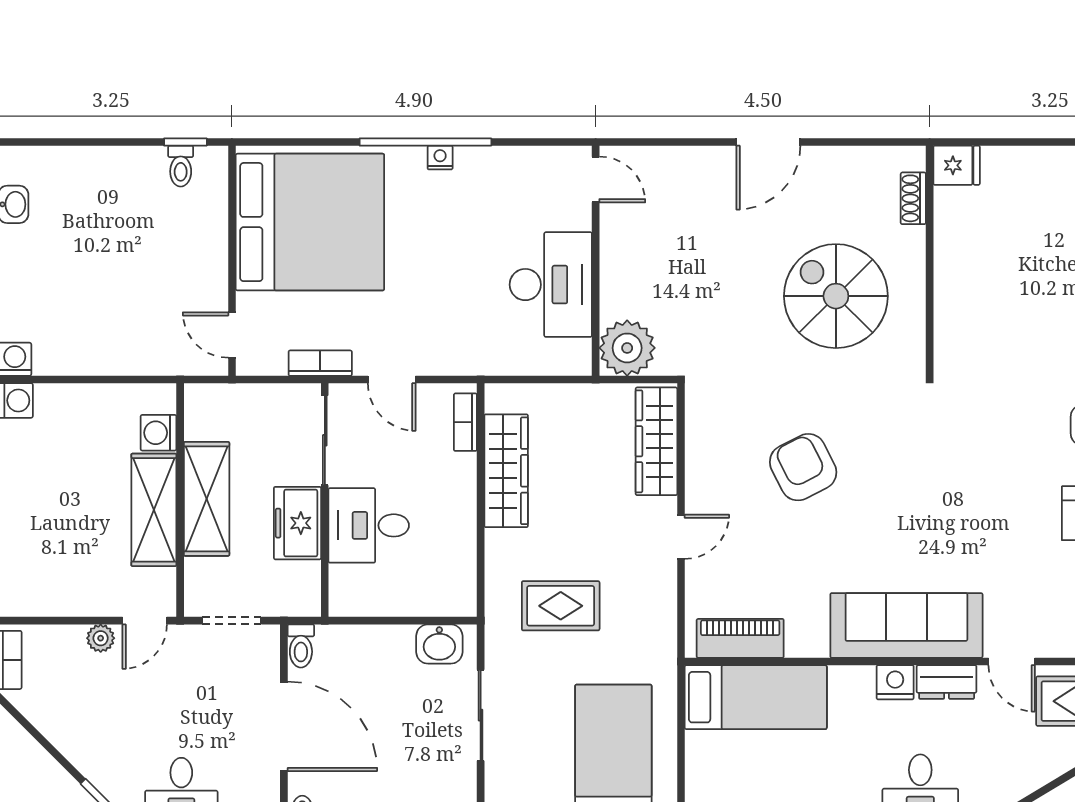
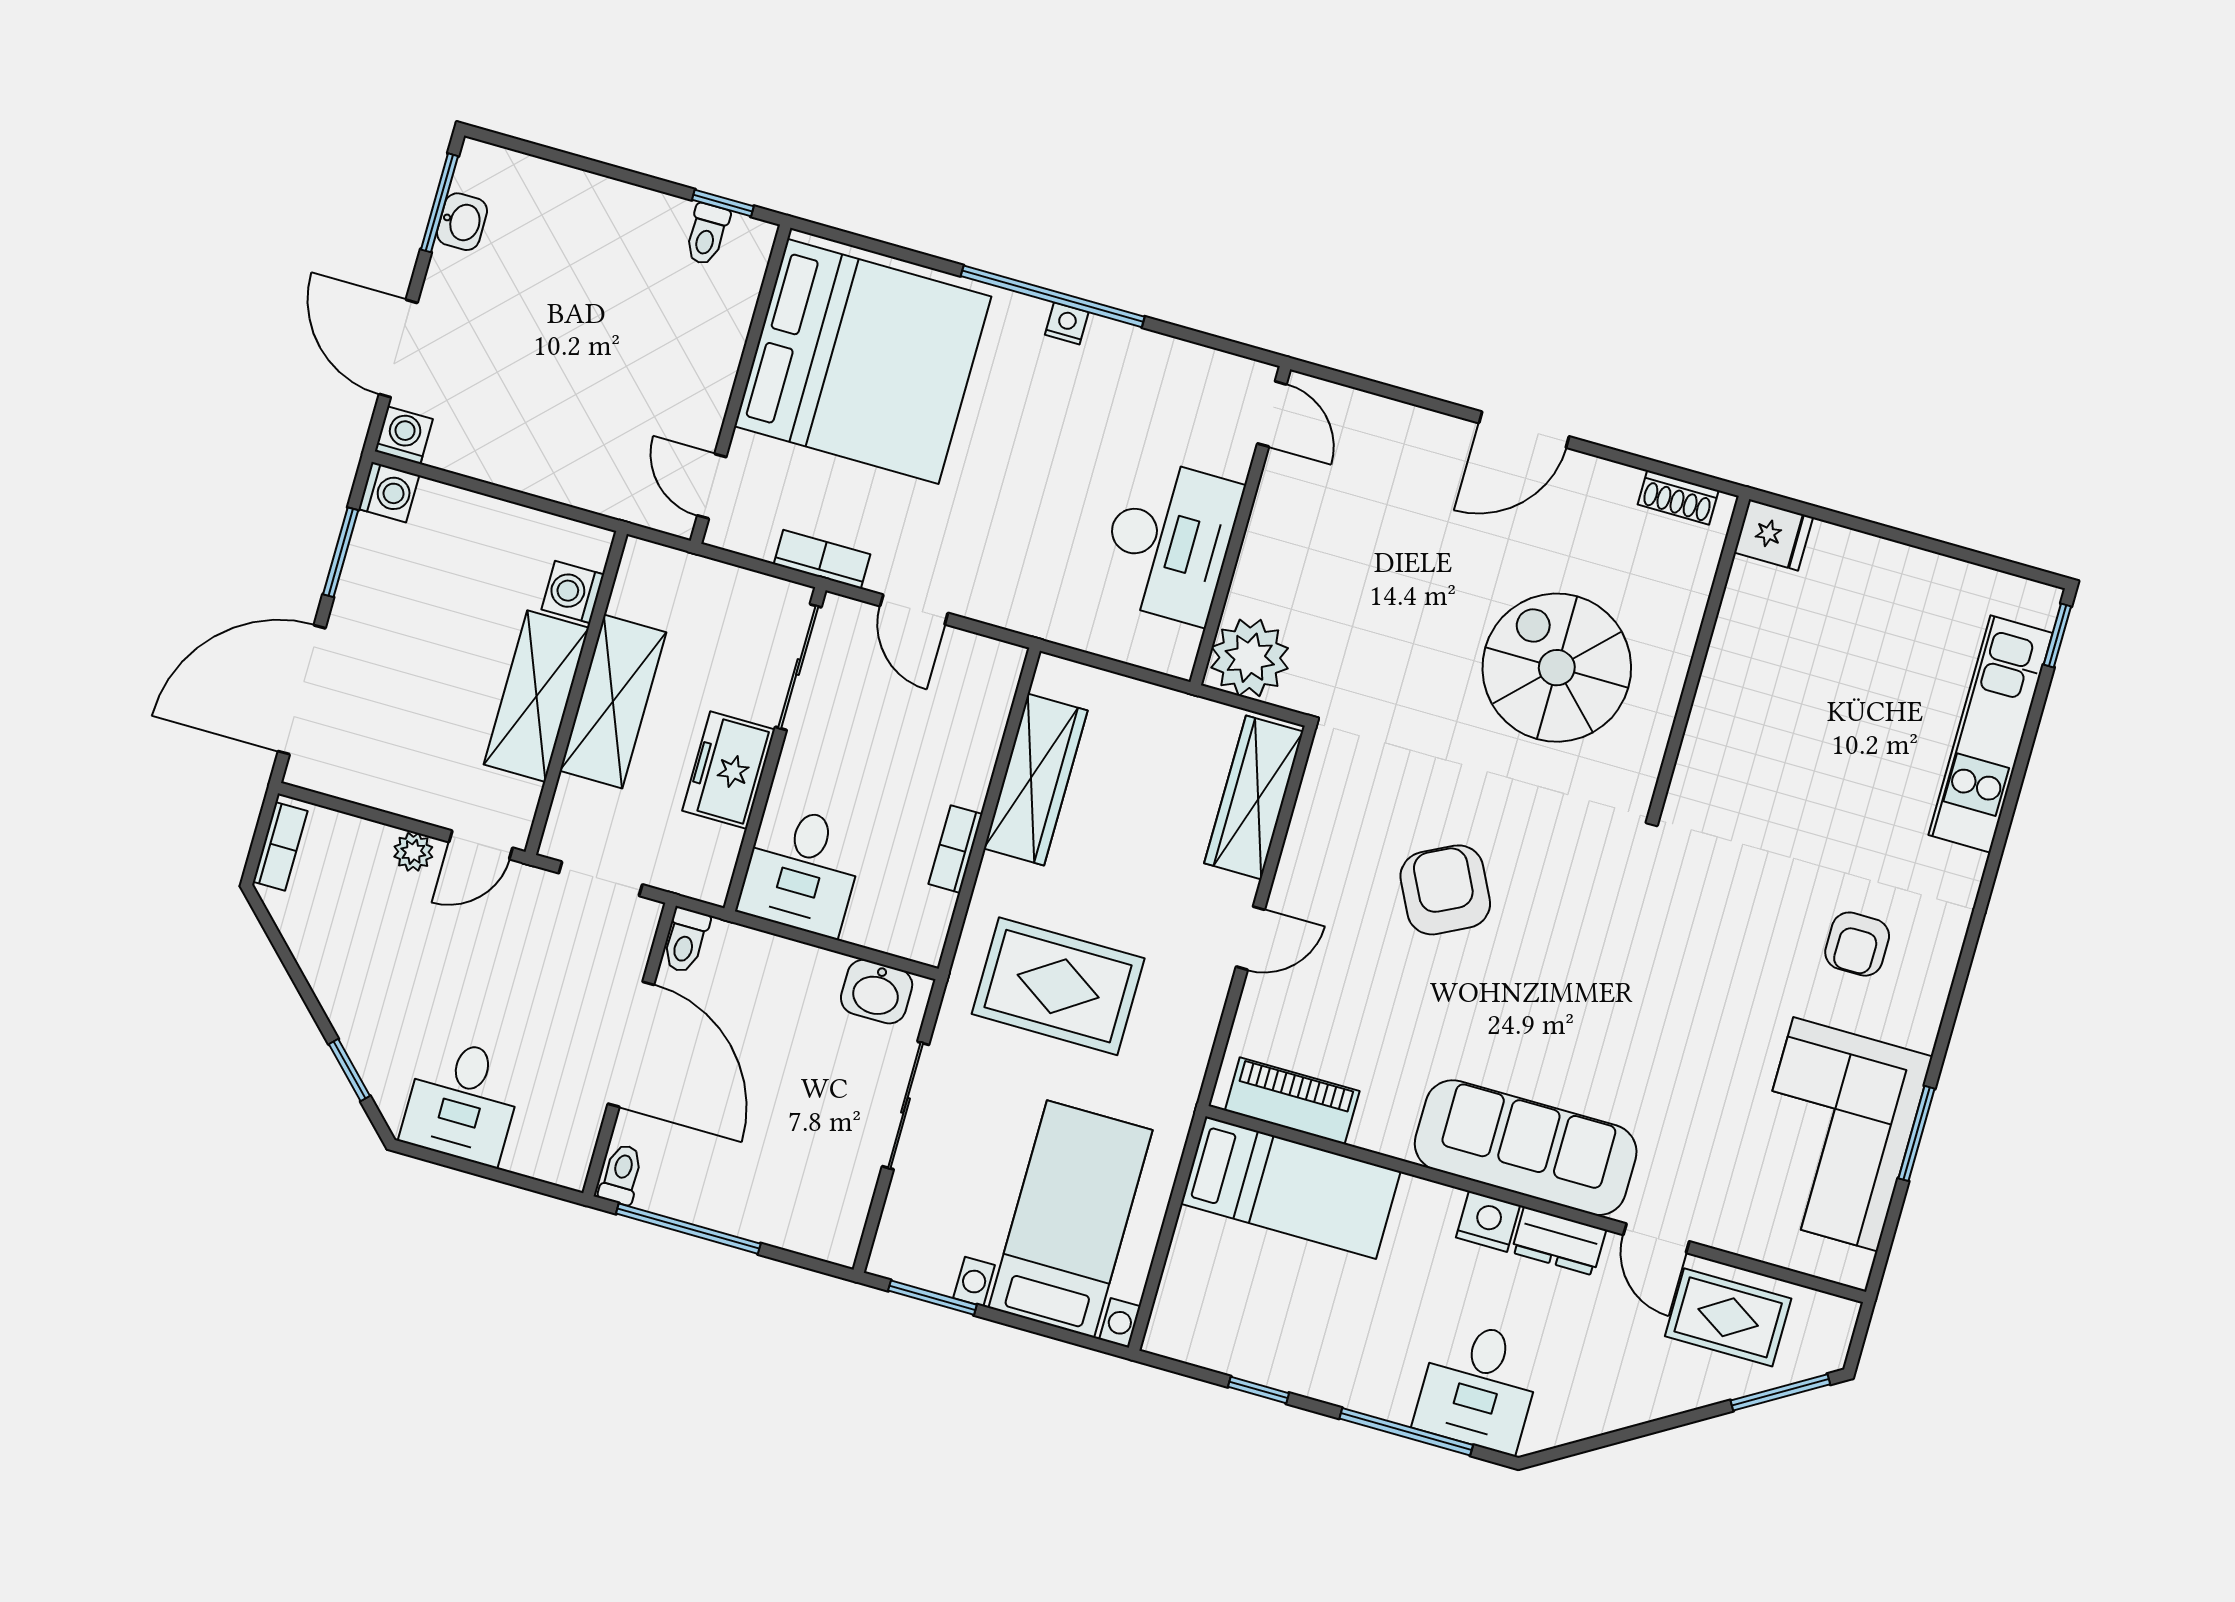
shoe rack: (913, 198) -> (1678, 497), moved, turned -90
bookcase: (465, 422) -> (955, 849), moved
desk: (369, 525) -> (802, 870), moved, turned -90
rug: (561, 606) -> (1058, 986), width x1.36, depth x1.43

